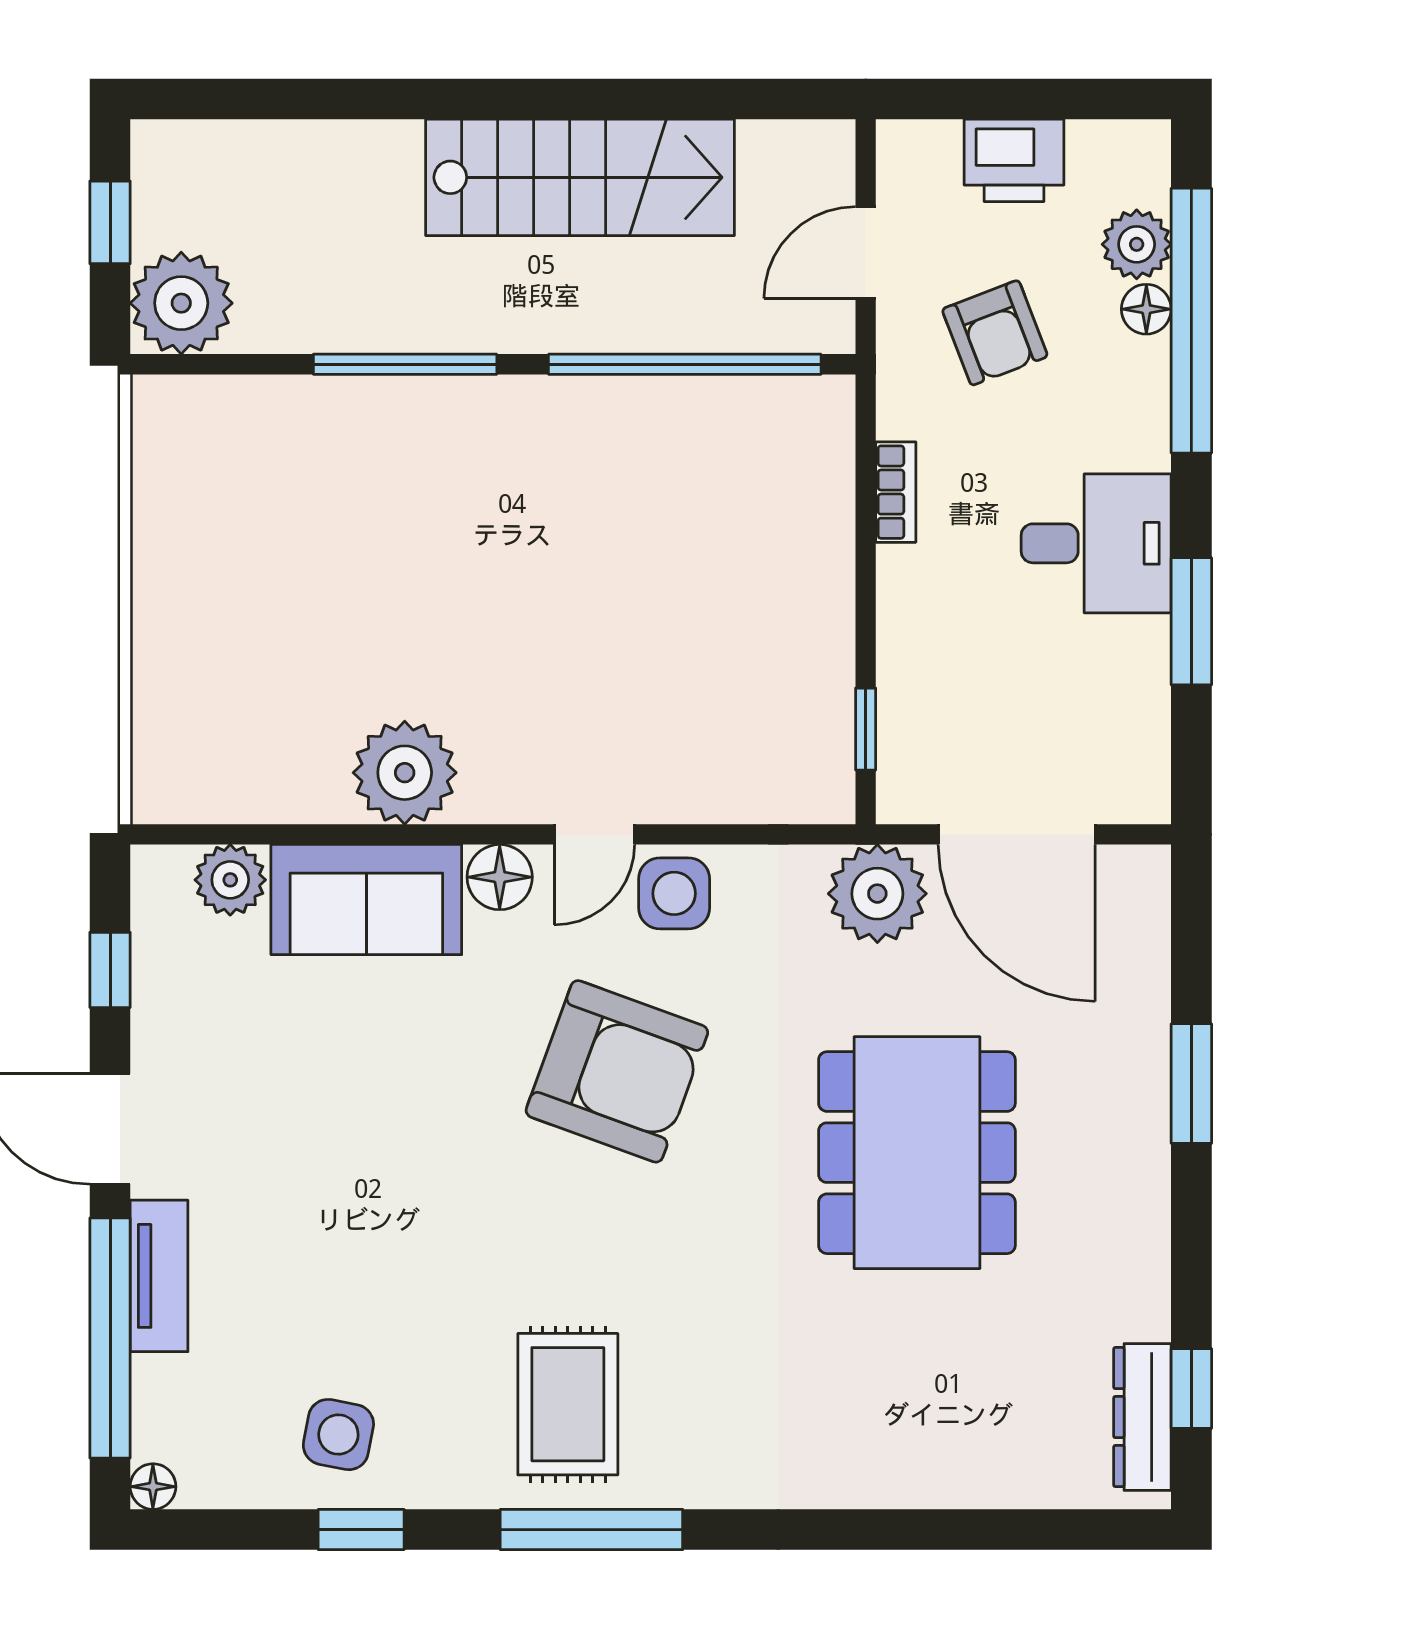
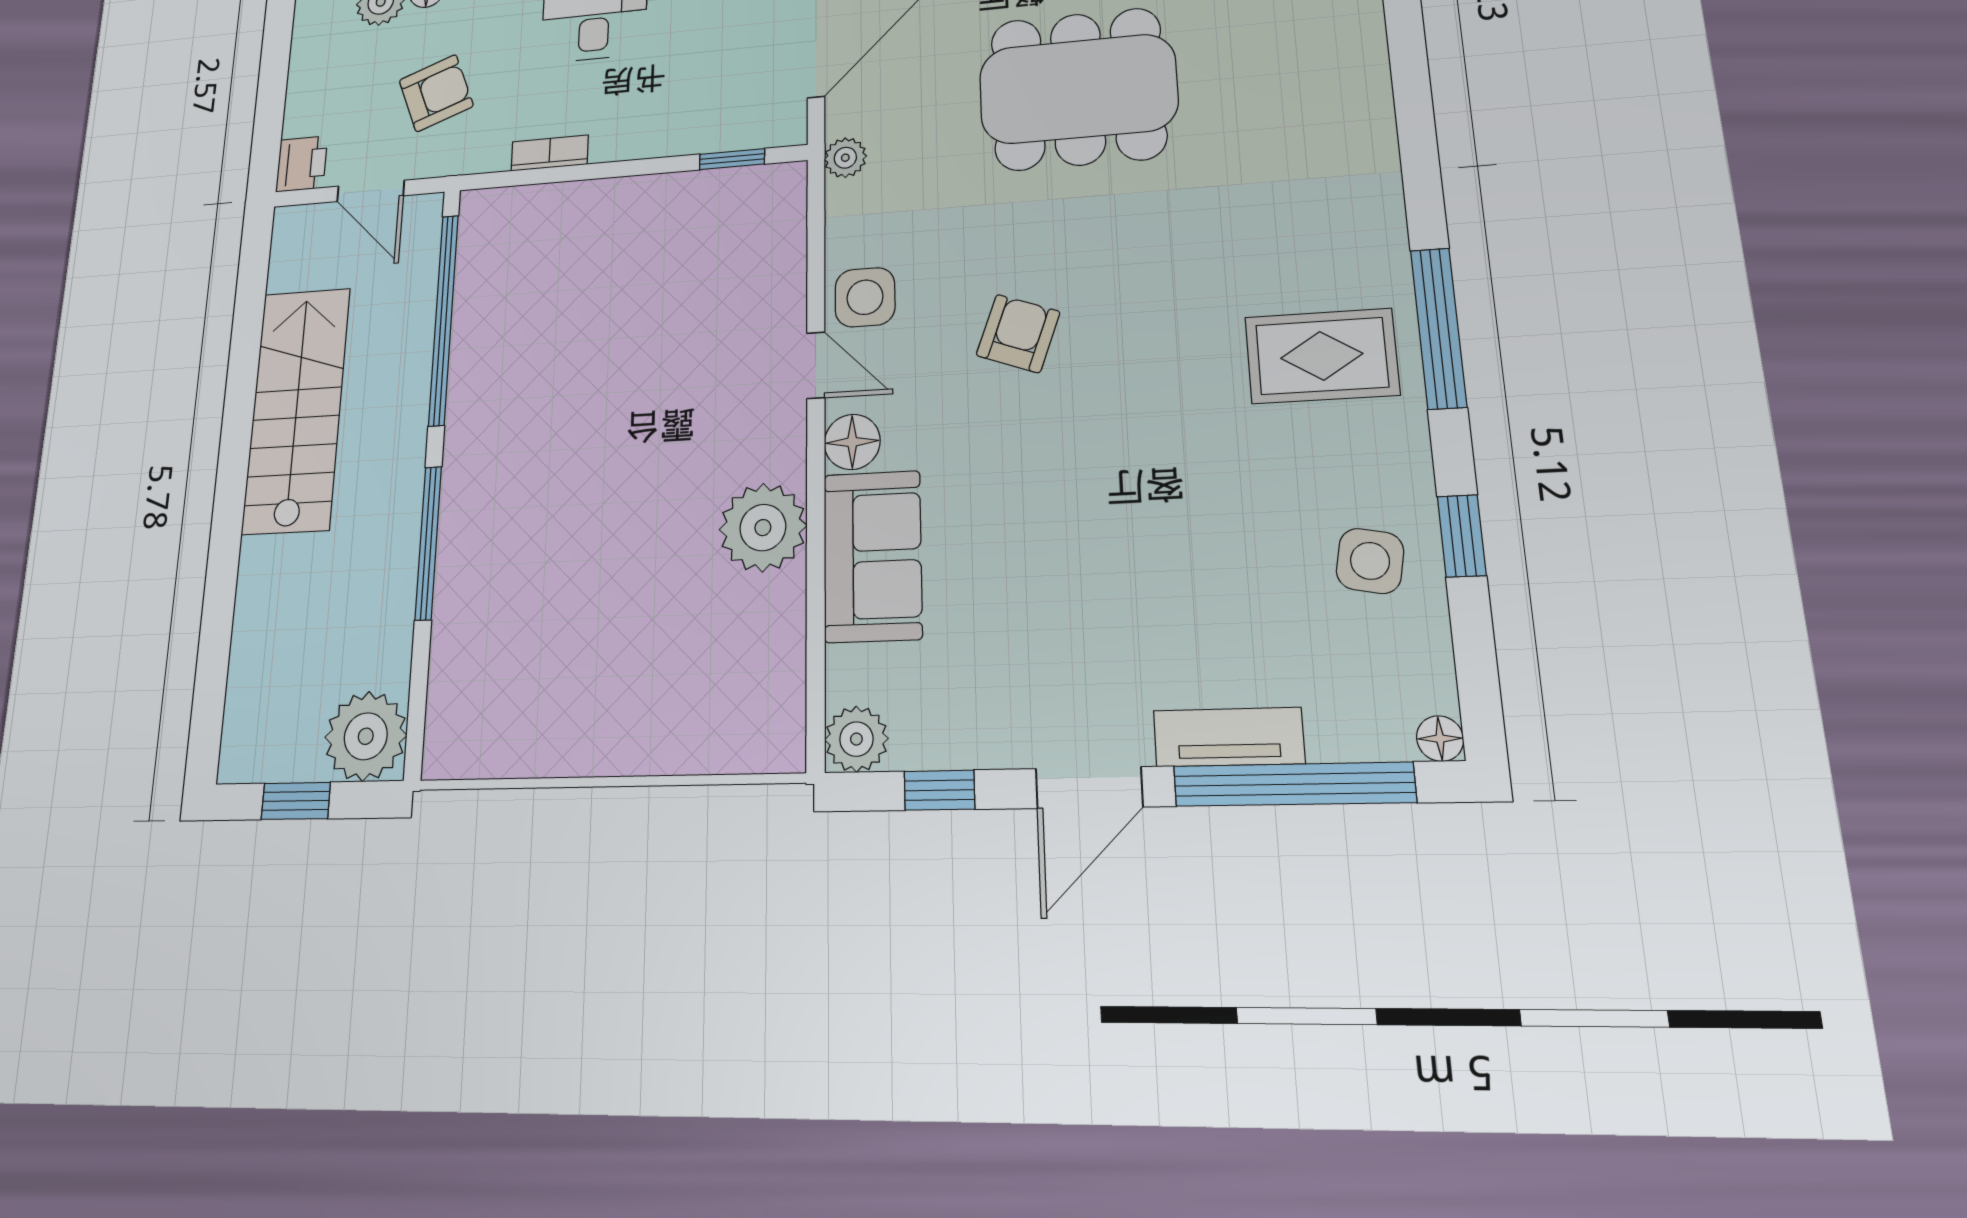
printer: (1014, 160) -> (302, 164), moved, width x0.73, depth x0.81
plant: (230, 880) -> (856, 739), moved
plant: (877, 894) -> (845, 158), width x0.53, depth x0.53
armchair: (617, 1071) -> (1018, 334), width x0.53, depth x0.53

